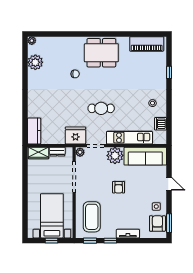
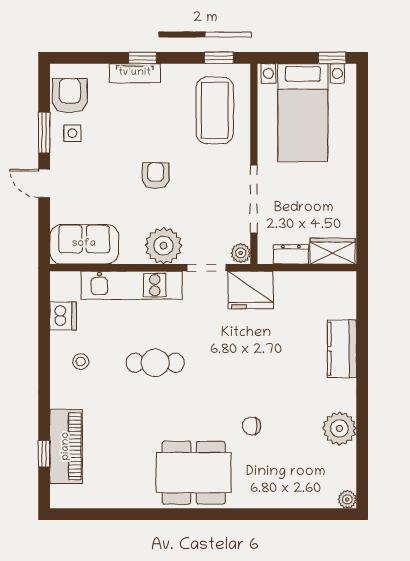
piano: (147, 44) -> (66, 446), moved, turned 90
plant: (35, 62) -> (339, 428), moved
window: (169, 72) -> (44, 454), moved
cafe table: (101, 108) -> (155, 363), moved
kitchen counter: (34, 131) -> (342, 349), moved
sofa: (145, 156) -> (84, 244), width x0.73
armchair: (157, 223) -> (70, 96), turned 180
window: (169, 223) -> (44, 133), moved
window: (51, 241) -> (332, 58), moved
window: (110, 241) -> (142, 58), moved

